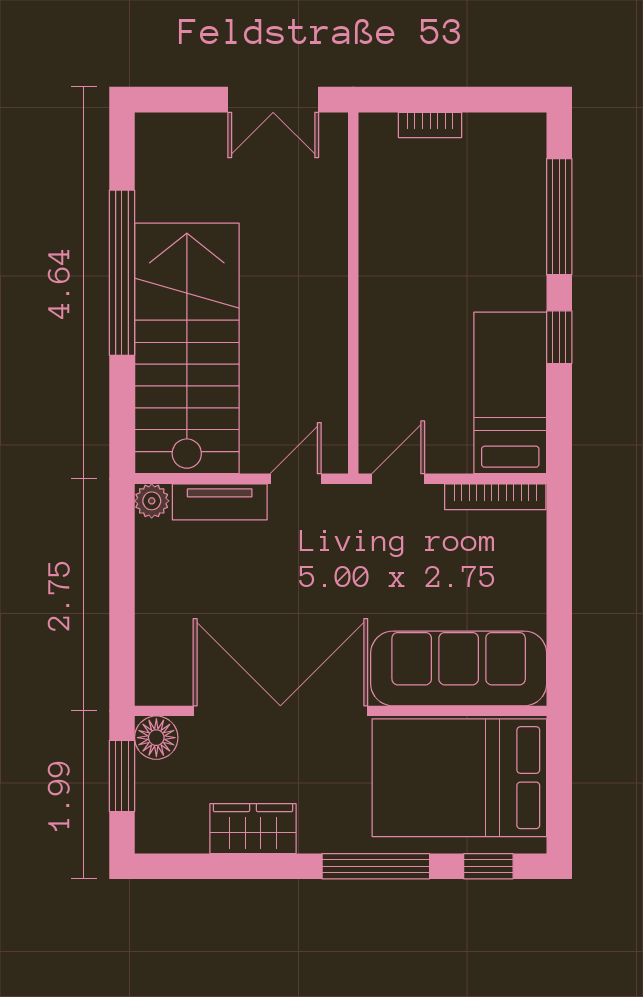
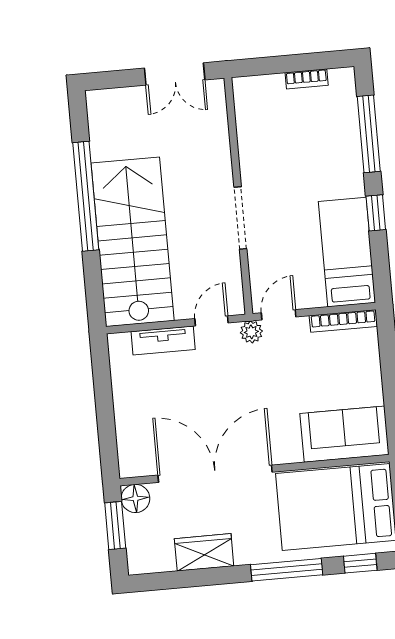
bookcase: (430, 125) -> (307, 79), moved
doorway: (353, 327) -> (240, 218), added
plant: (152, 501) -> (251, 332), moved
sofa: (459, 668) -> (345, 434), width x0.73

